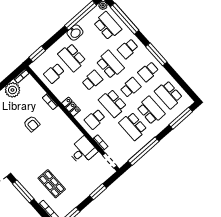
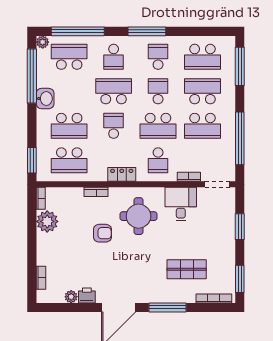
school desk: (148, 72) -> (158, 57), turned 180
school desk: (54, 73) -> (69, 160), width x1.85
round table: (57, 135) -> (139, 216), added

